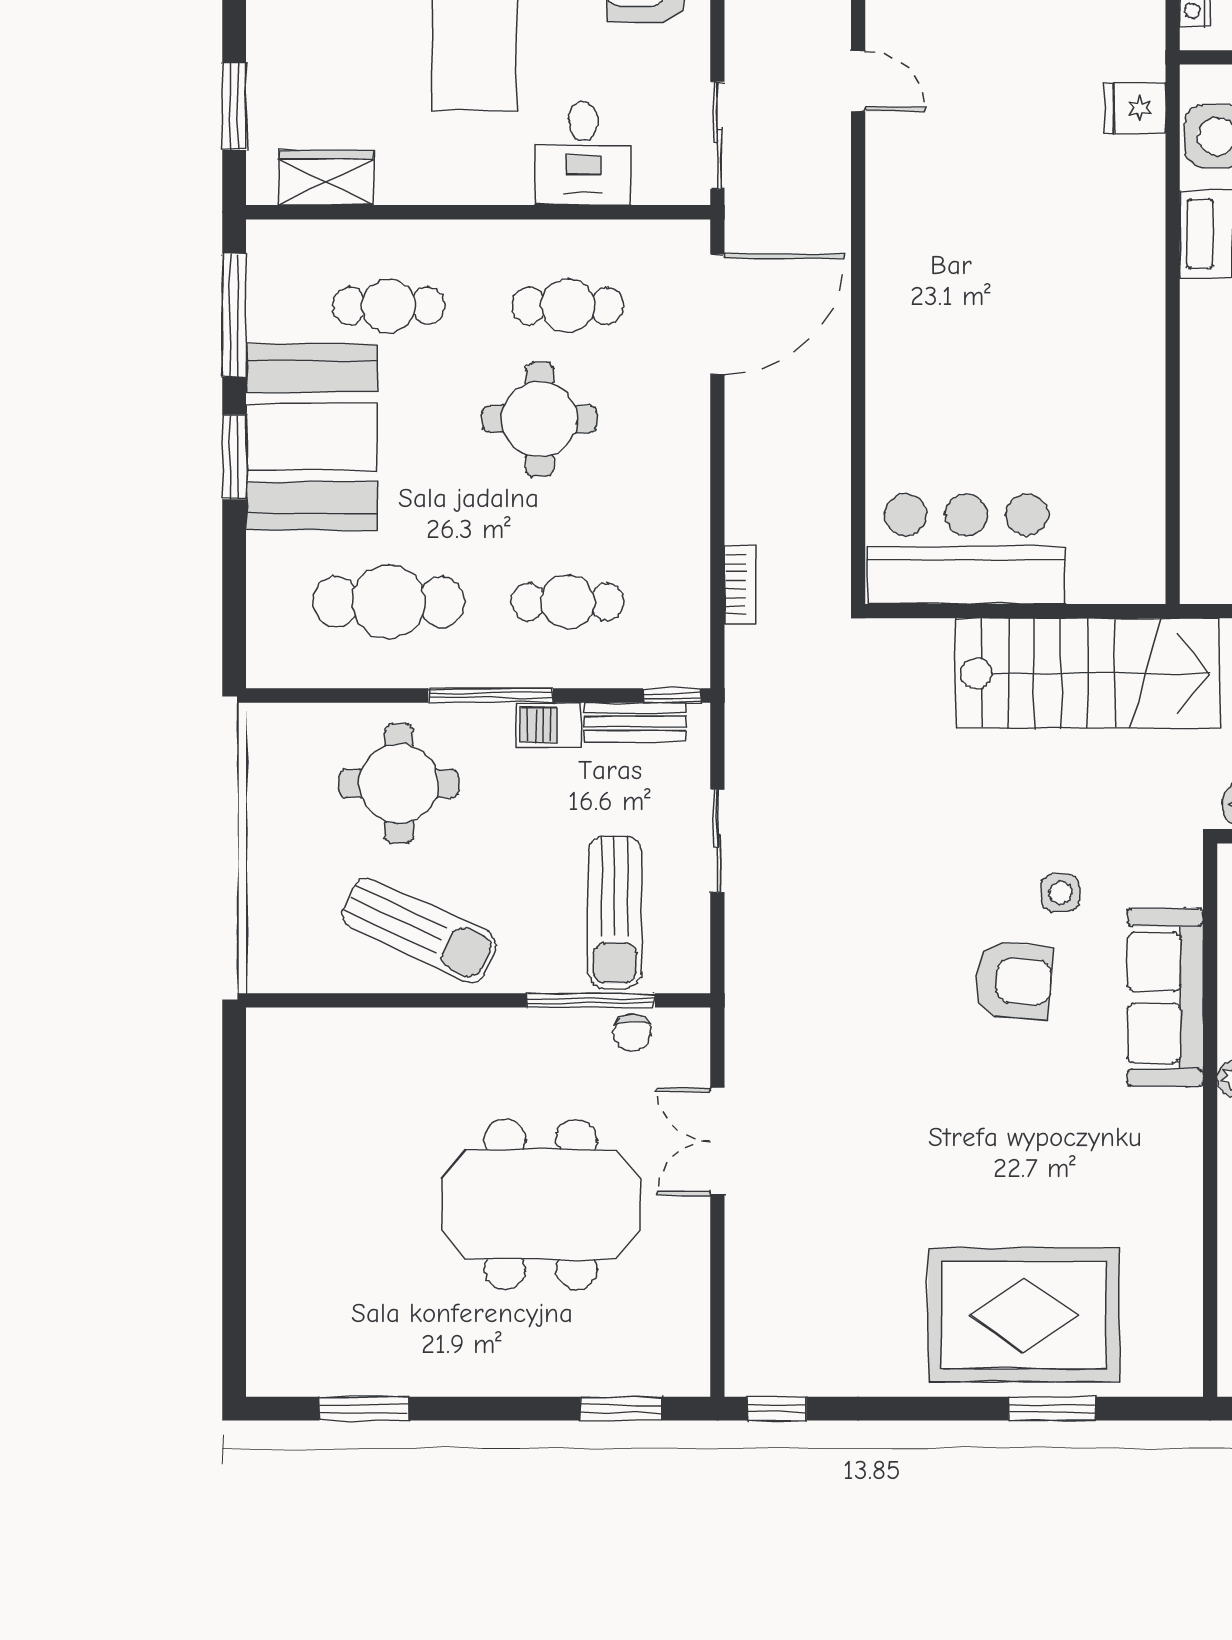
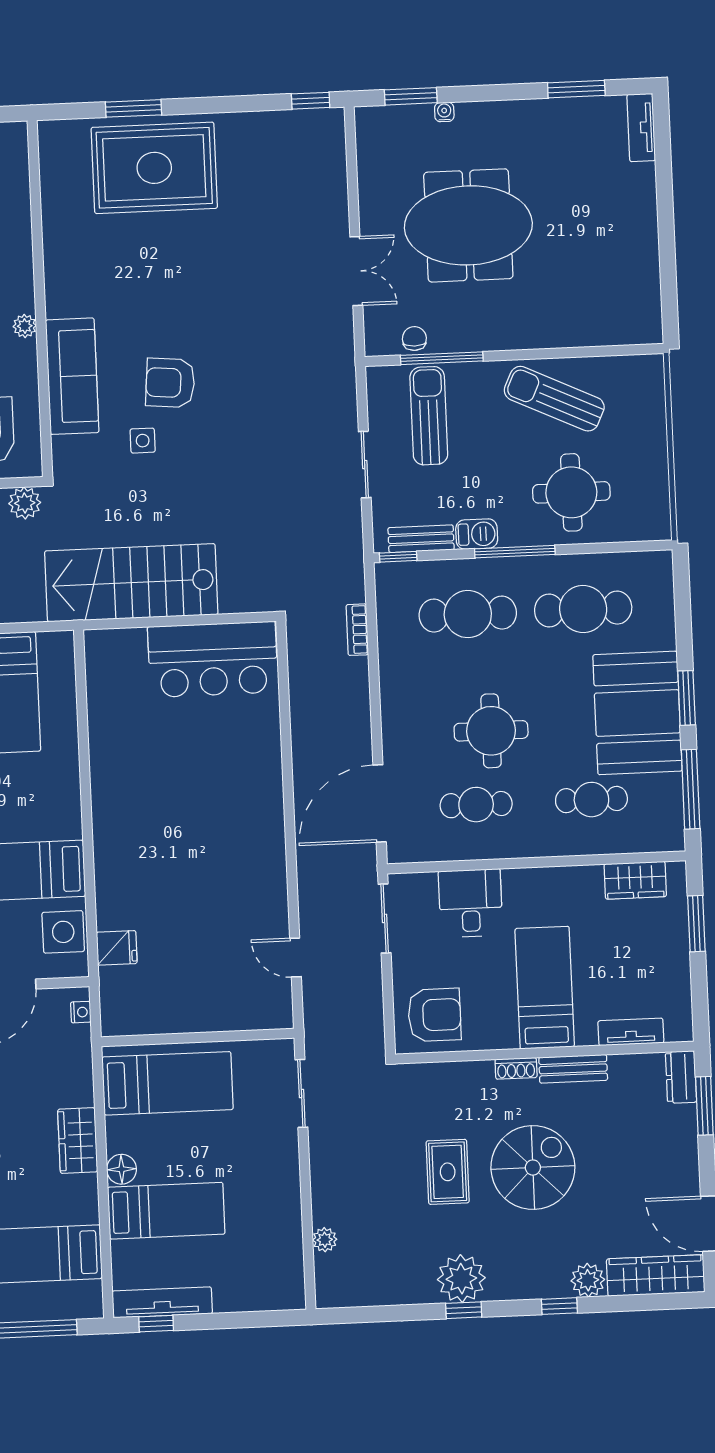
cafe table: (568, 602) -> (468, 614), width x1.37, depth x1.35
tv unit: (266, 1345) -> (641, 128), added
water cooler: (570, 1382) -> (444, 112), added

